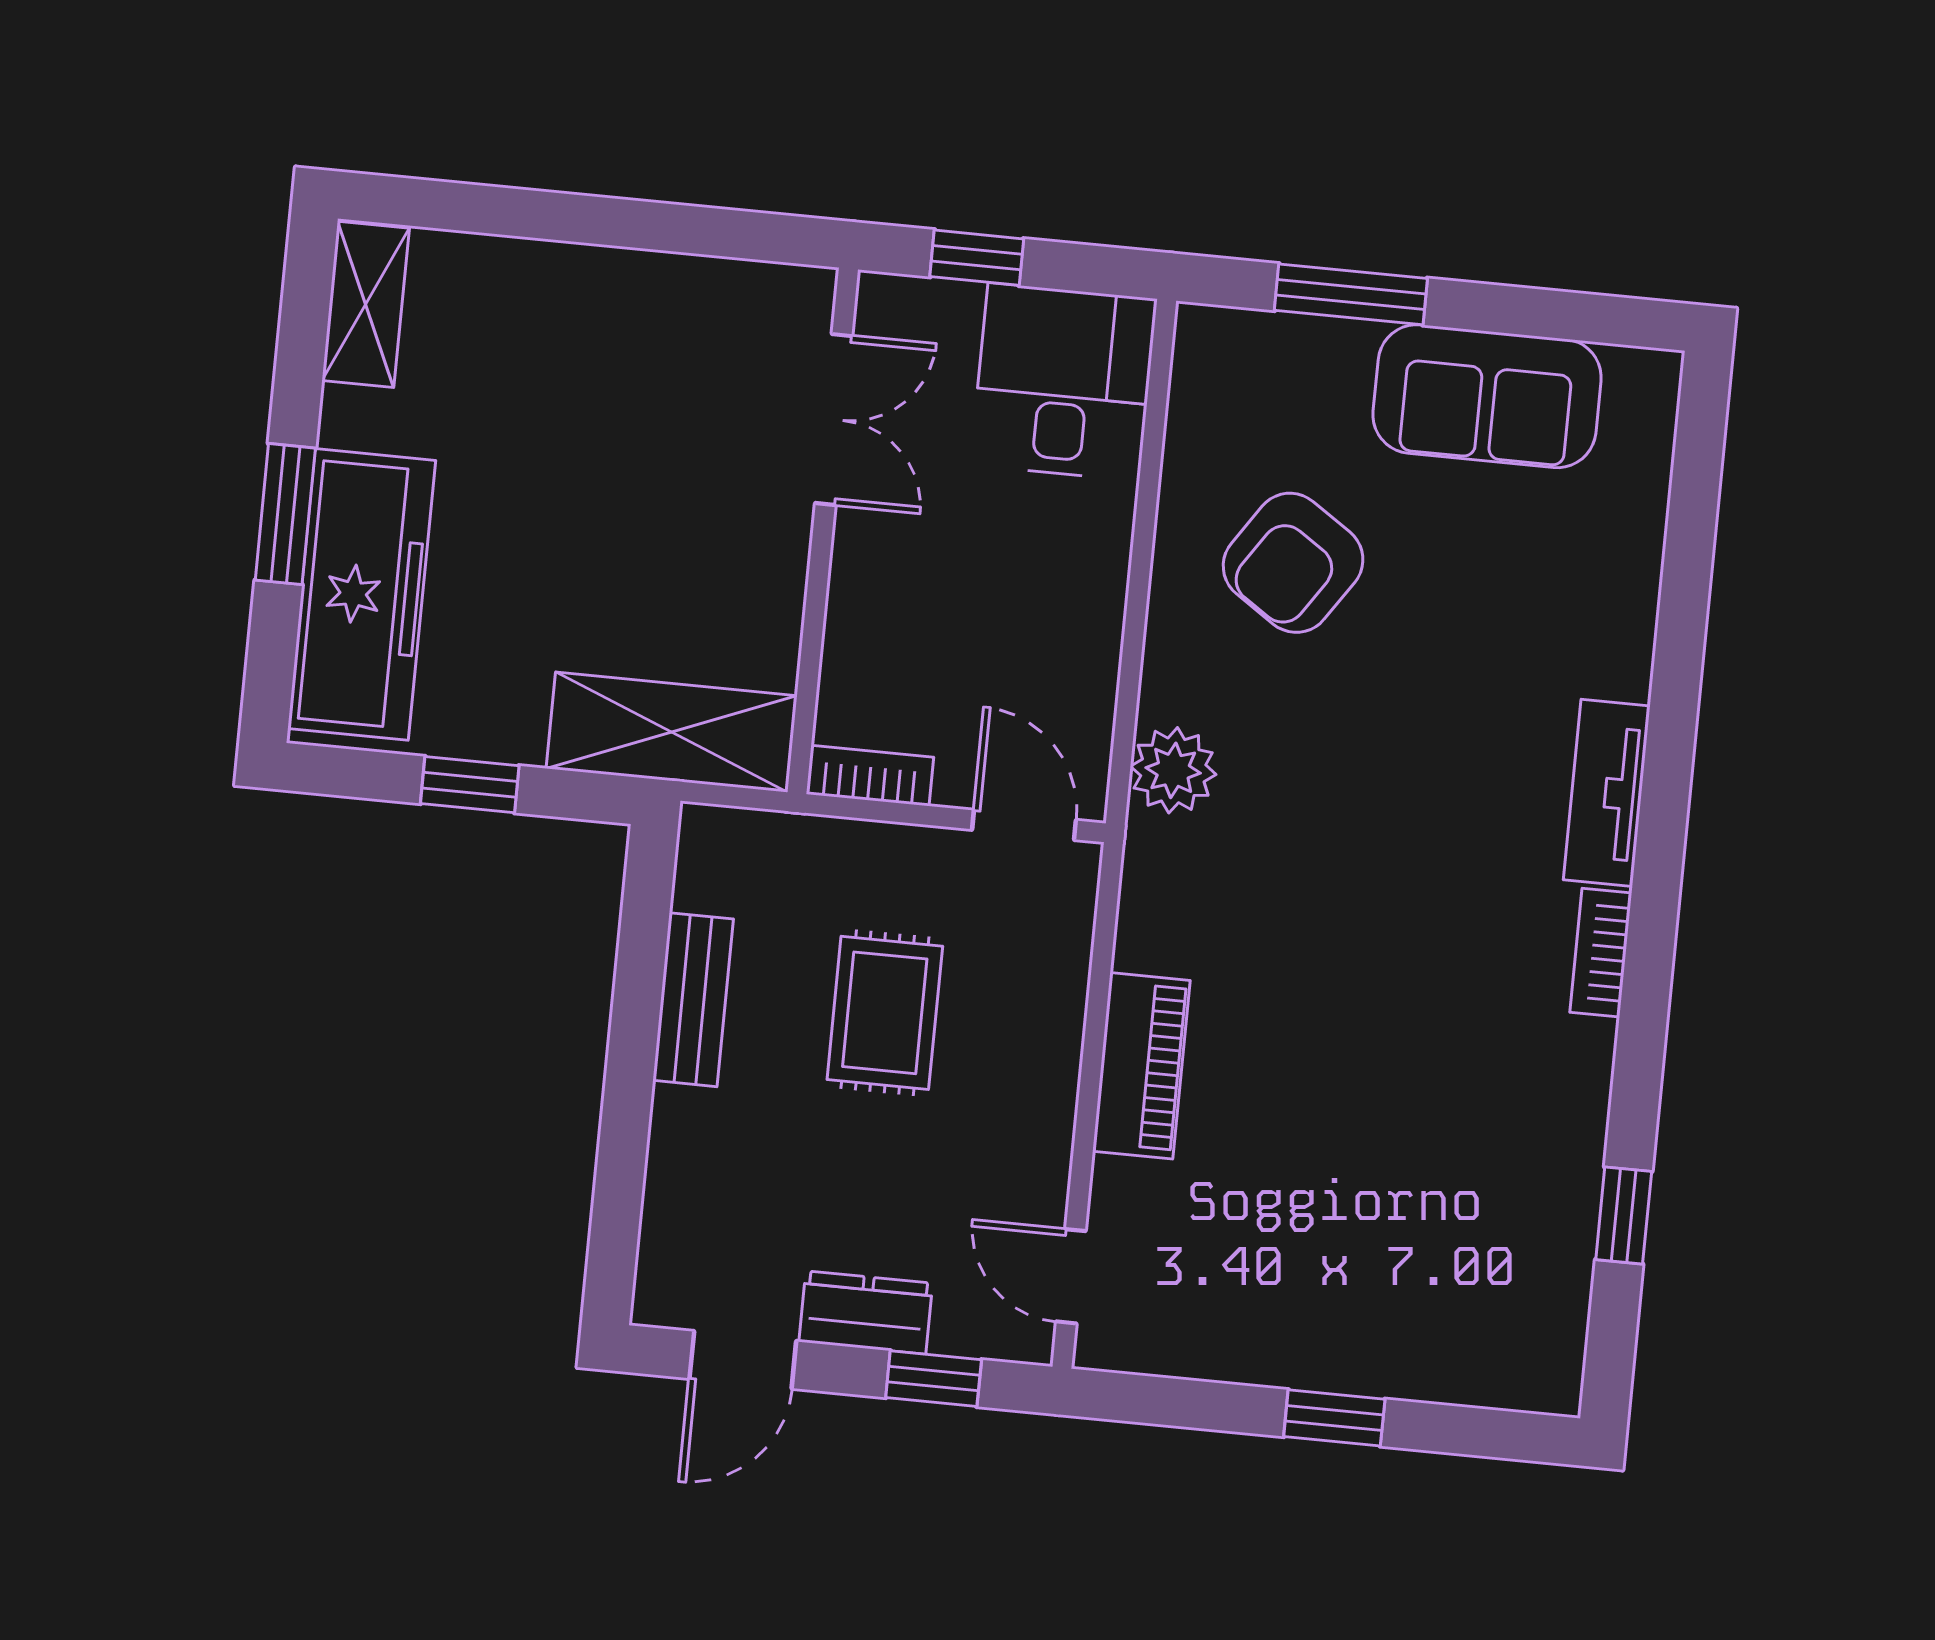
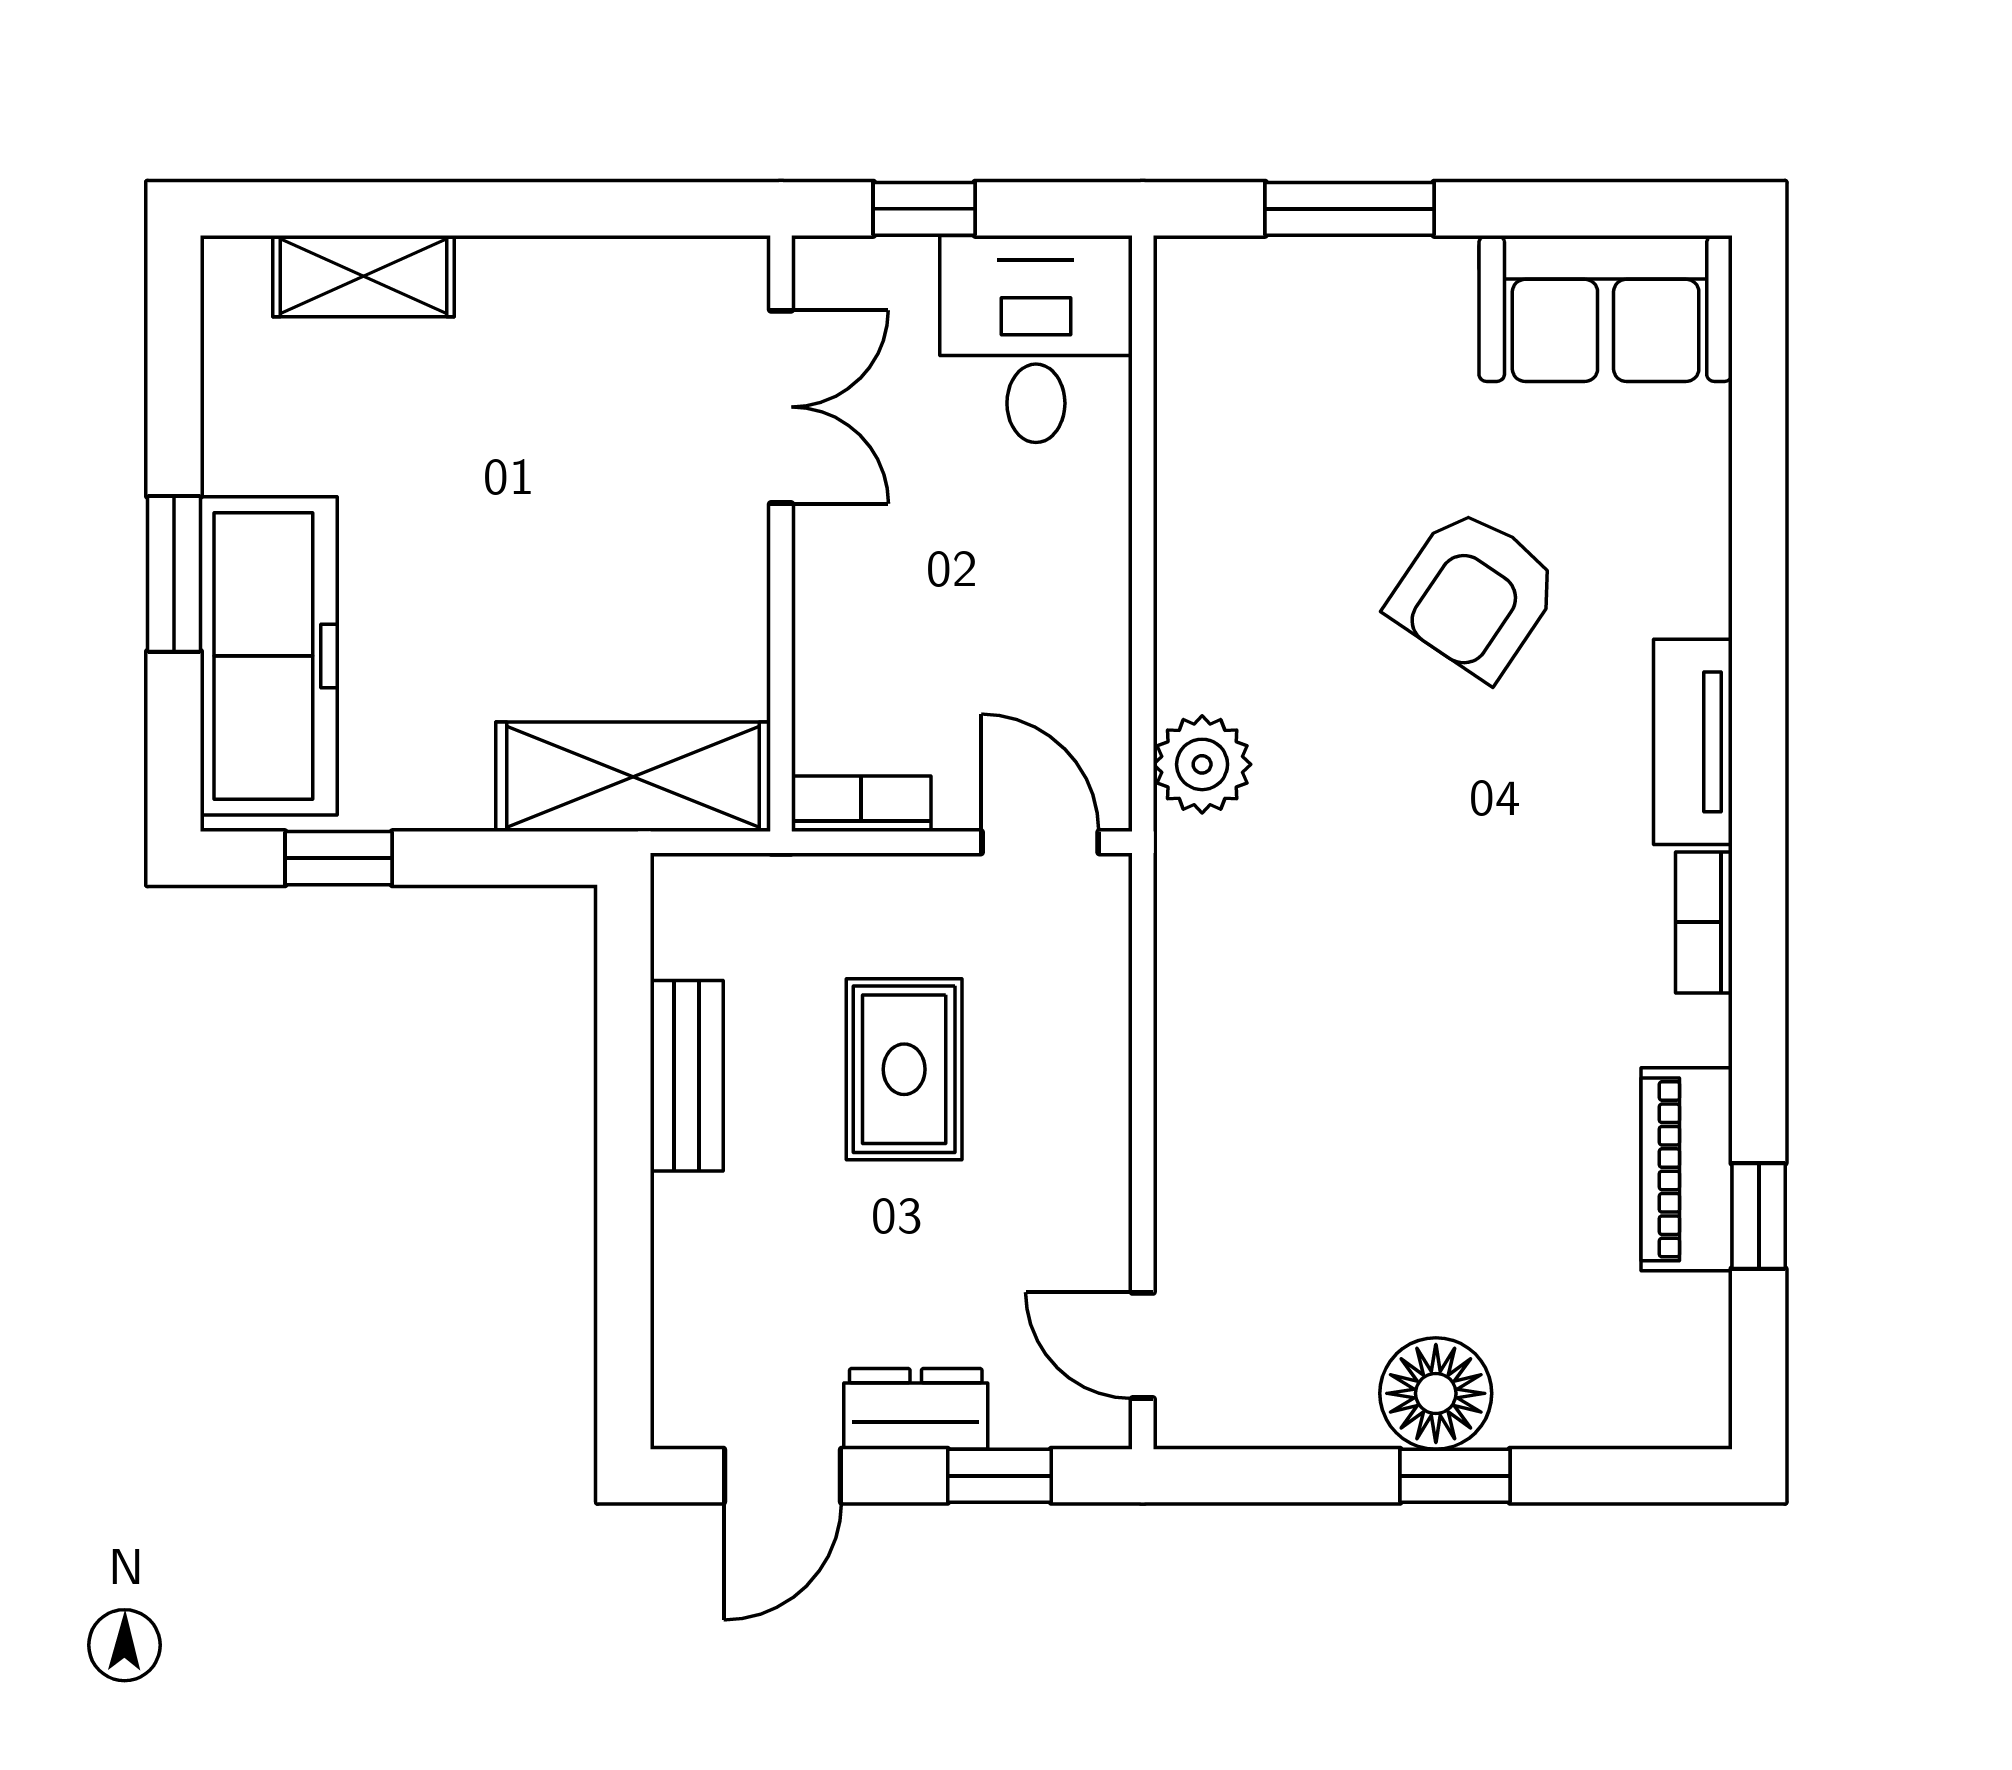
shelving: (366, 304) -> (364, 276), moved, turned 90
sofa: (1487, 396) -> (1606, 308), moved
armchair: (1293, 563) -> (1474, 593), moved
window: (470, 785) -> (339, 858), moved
piano: (1141, 1066) -> (1687, 1169), moved, turned 180
floor lamp: (1325, 1344) -> (1436, 1393), added

